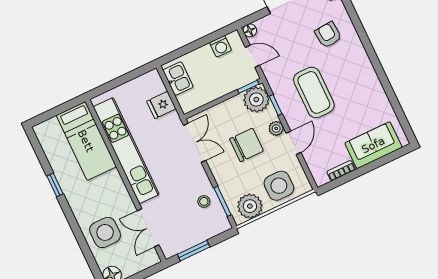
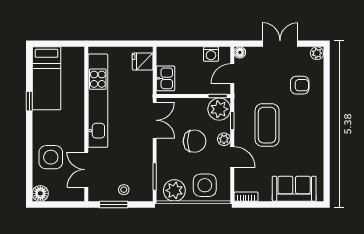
armchair: (328, 35) -> (300, 85), turned 95
door: (252, 56) -> (232, 74), swing flipped
kitchen sink: (178, 79) -> (166, 78), moved
fridge: (161, 105) -> (143, 61), moved
bed: (86, 141) -> (47, 78), moved
door: (294, 143) -> (232, 157), hinge flipped
bookcase: (341, 171) -> (246, 197), moved
stool: (204, 201) -> (124, 190), moved

